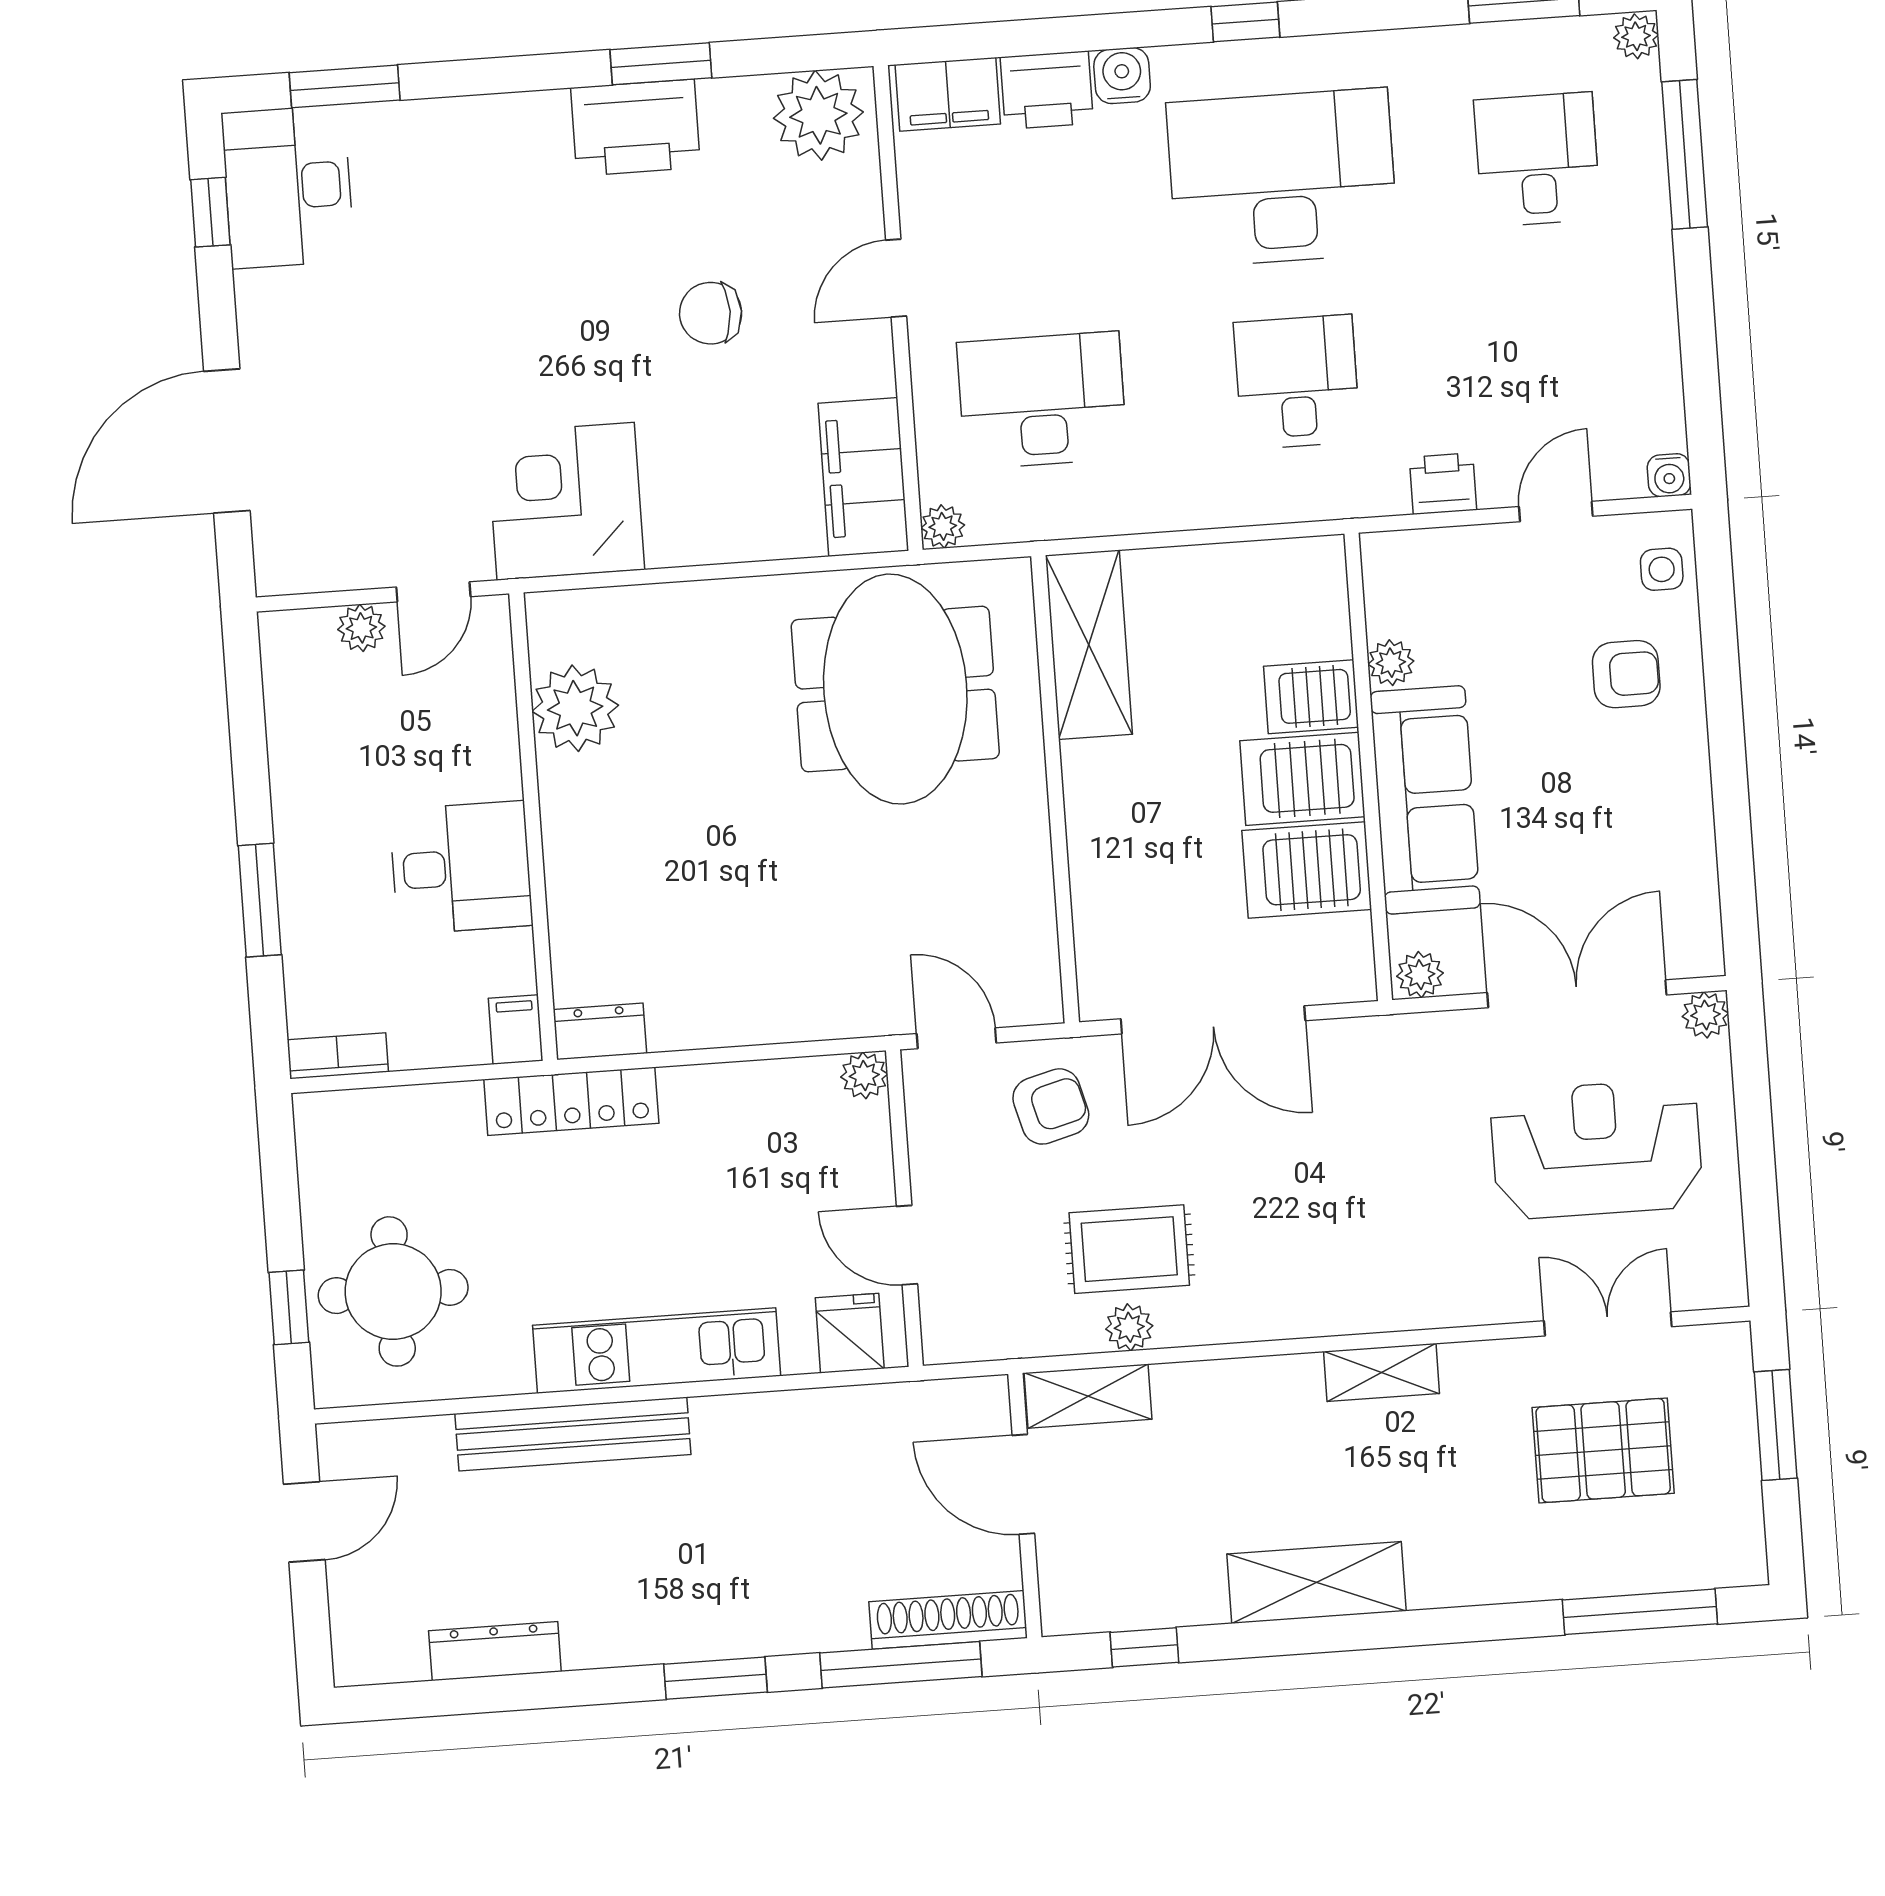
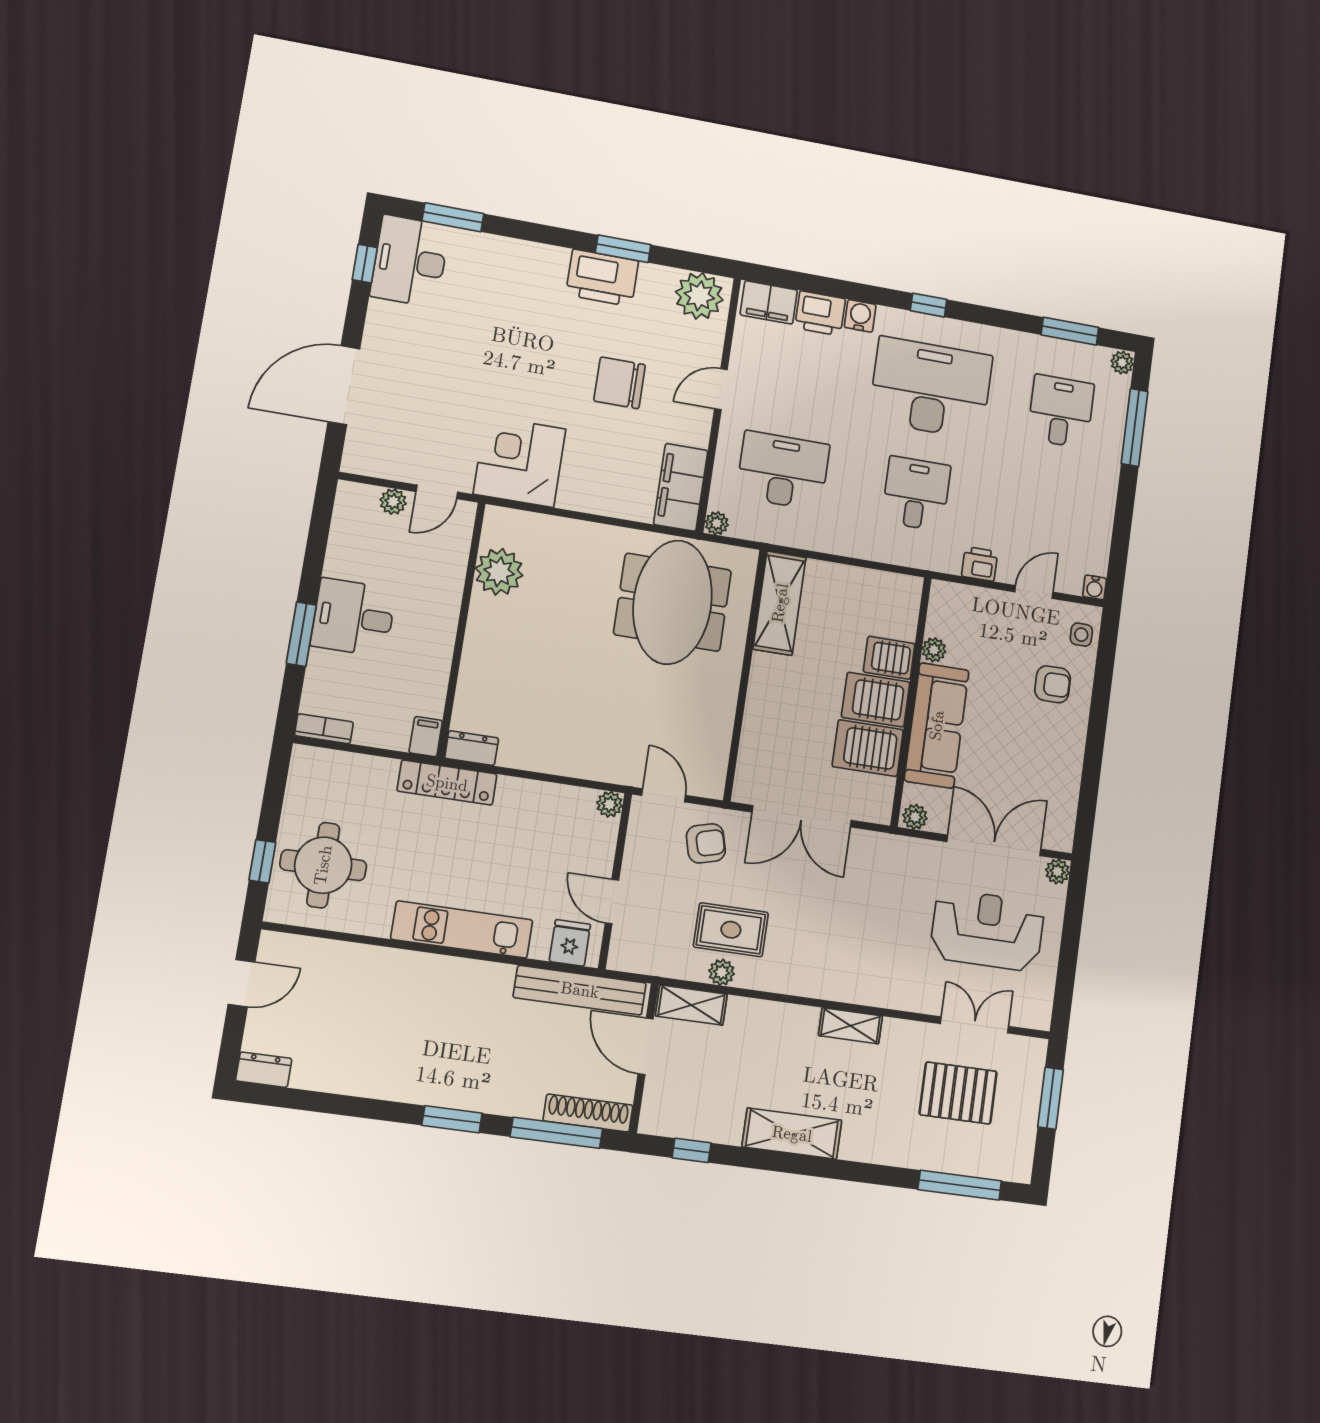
chair: (711, 313) -> (620, 383), width x1.37, depth x1.37
desk: (461, 868) -> (353, 617), moved, turned 180
bench: (573, 1434) -> (580, 990), moved
dresser: (495, 1651) -> (264, 1070), moved, width x0.70

